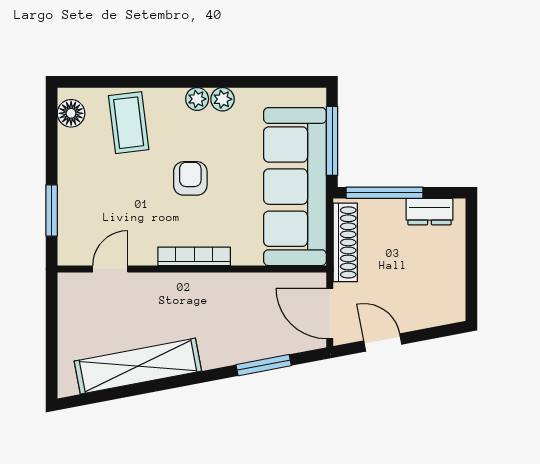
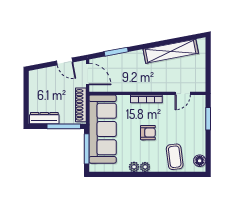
armchair: (190, 178) -> (148, 133), turned -90
dresser: (430, 212) -> (44, 118), width x1.44

